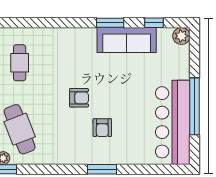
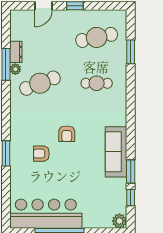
window: (110, 23) -> (131, 171), moved
sofa: (127, 40) -> (116, 152), moved

